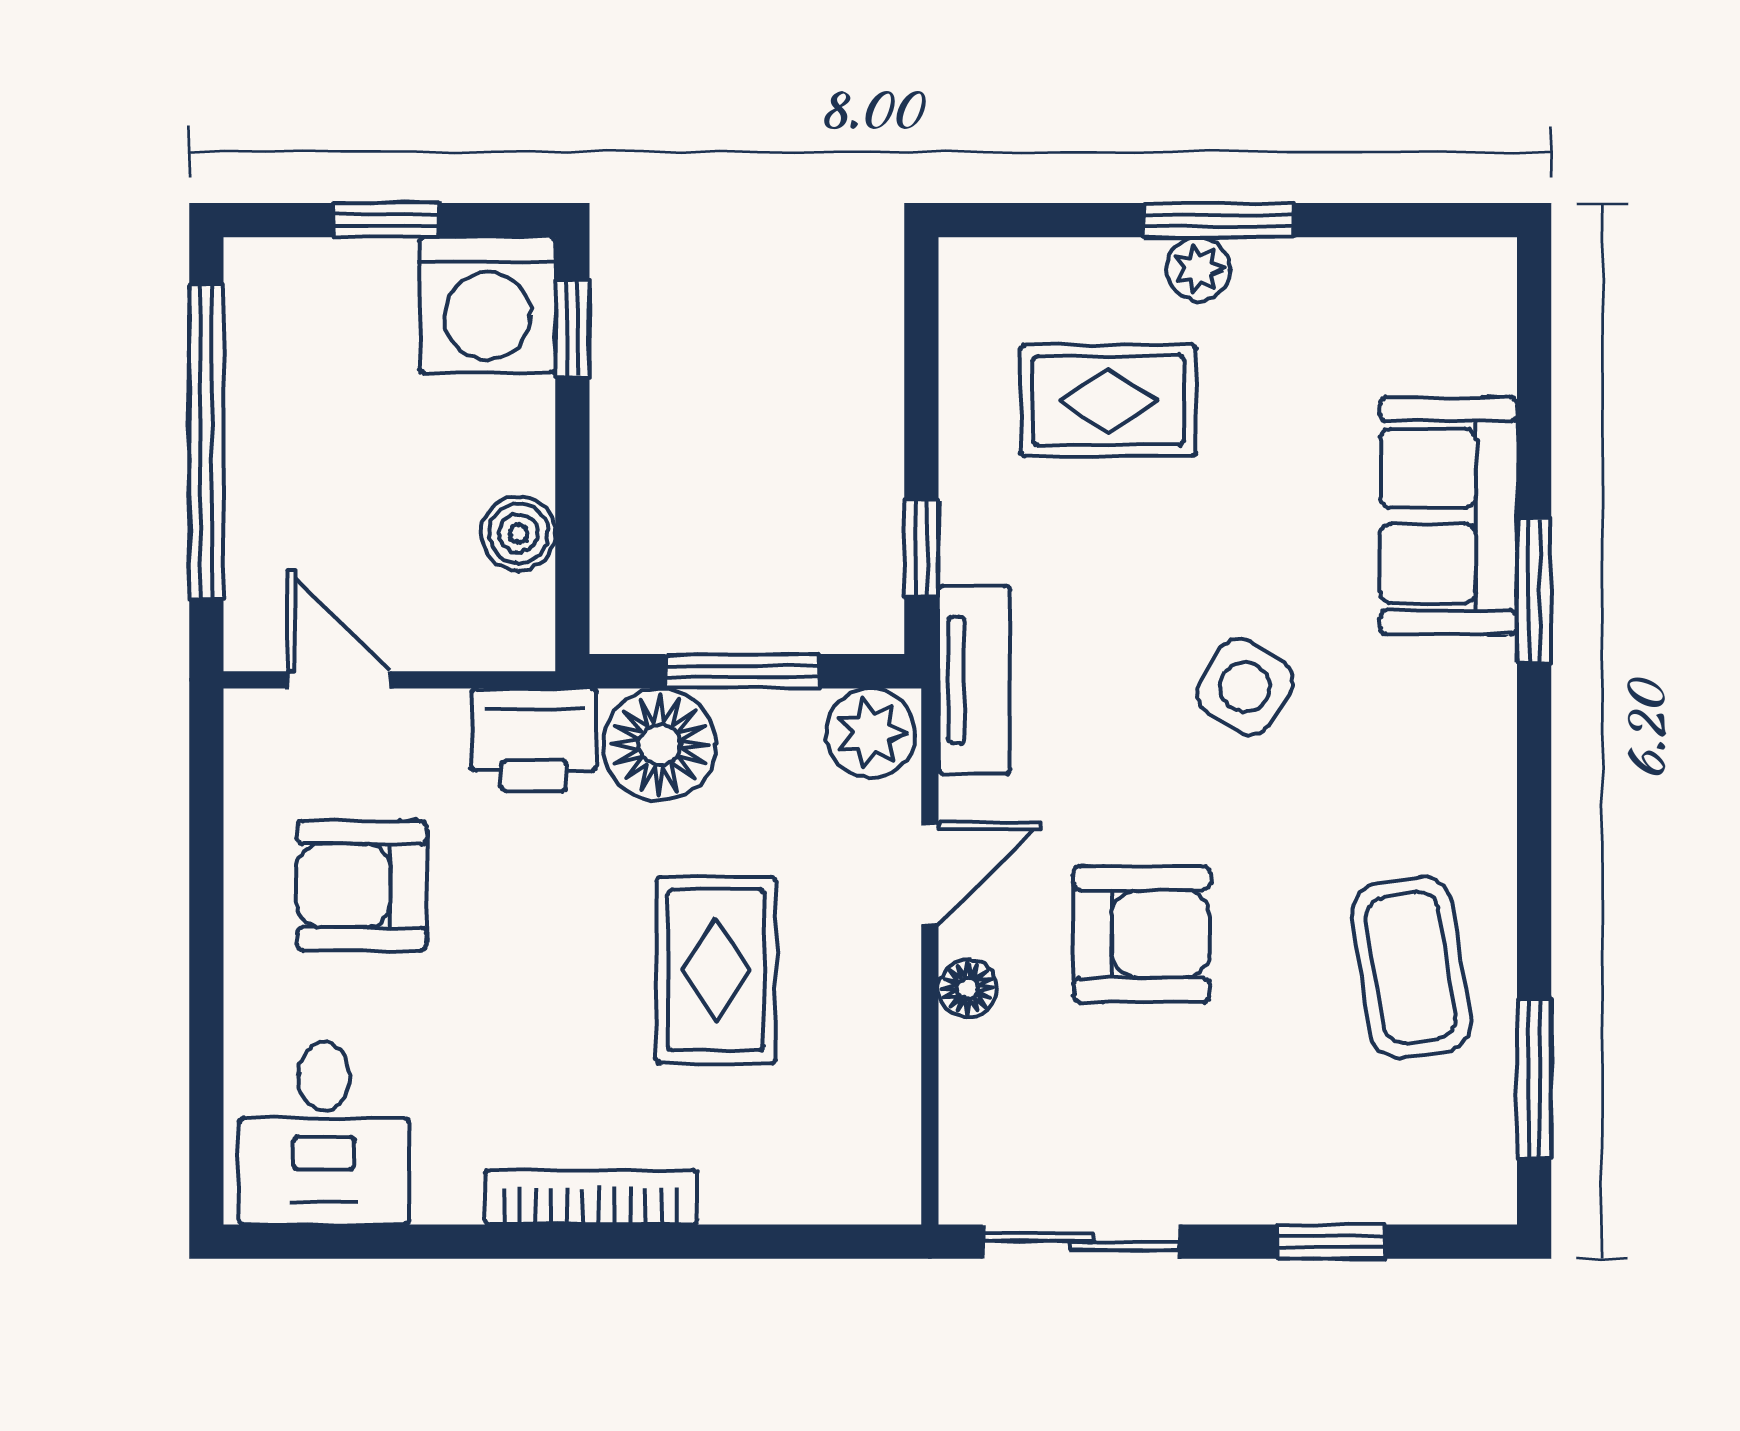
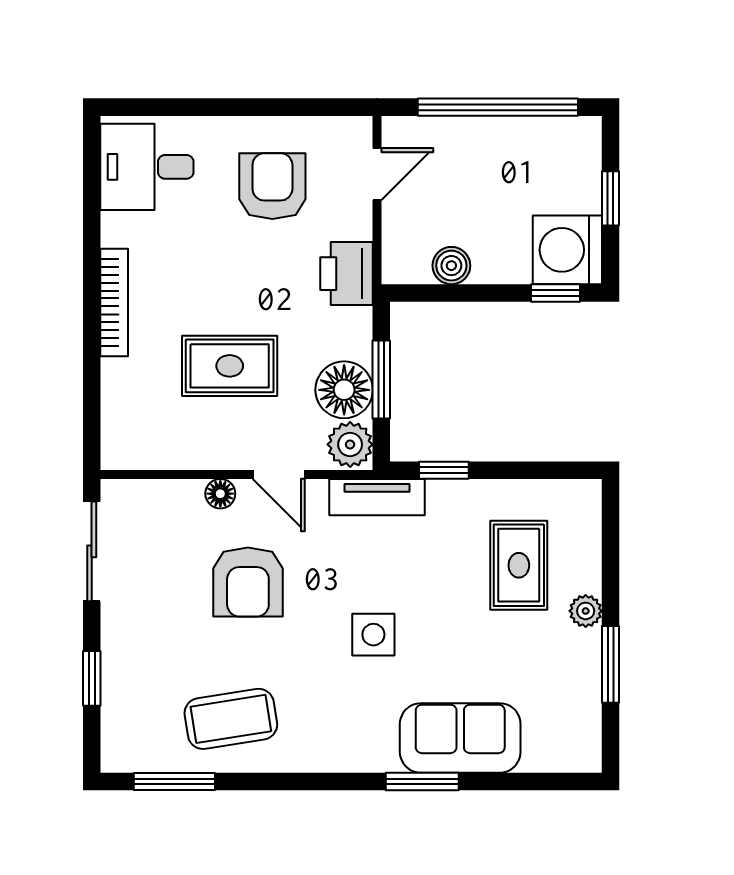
window: (1219, 220) -> (610, 664), moved
side table: (1245, 687) -> (373, 635), turned -32
floor lamp: (660, 745) -> (344, 390), moved

